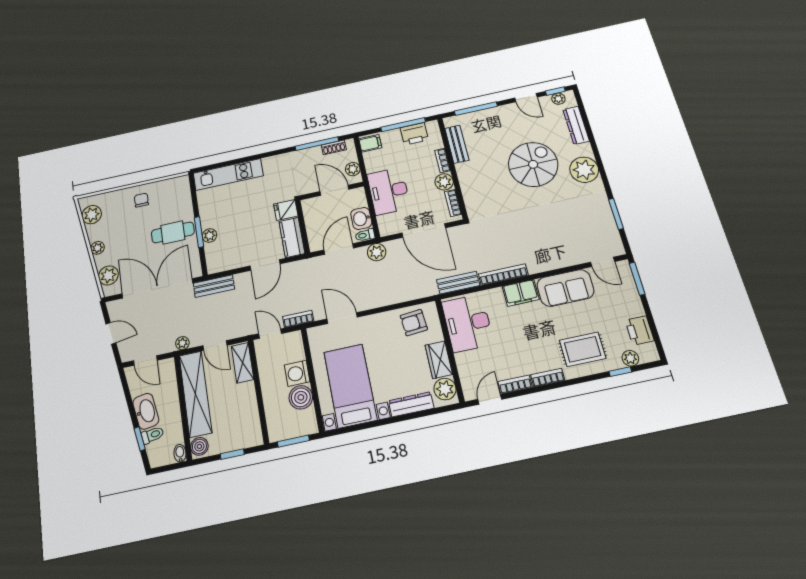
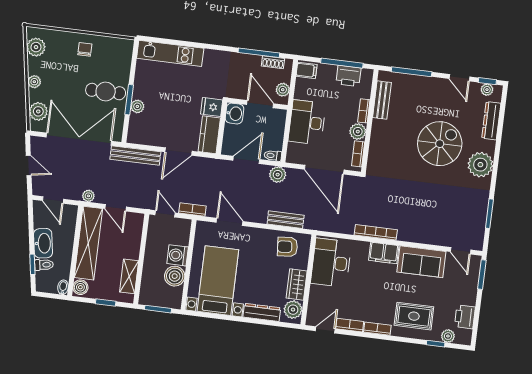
washbasin: (361, 218) -> (234, 114), moved, turned 180
bench: (458, 283) -> (286, 220), moved
bench: (214, 286) -> (135, 156), width x1.36
shelving: (243, 363) -> (129, 276), moved

